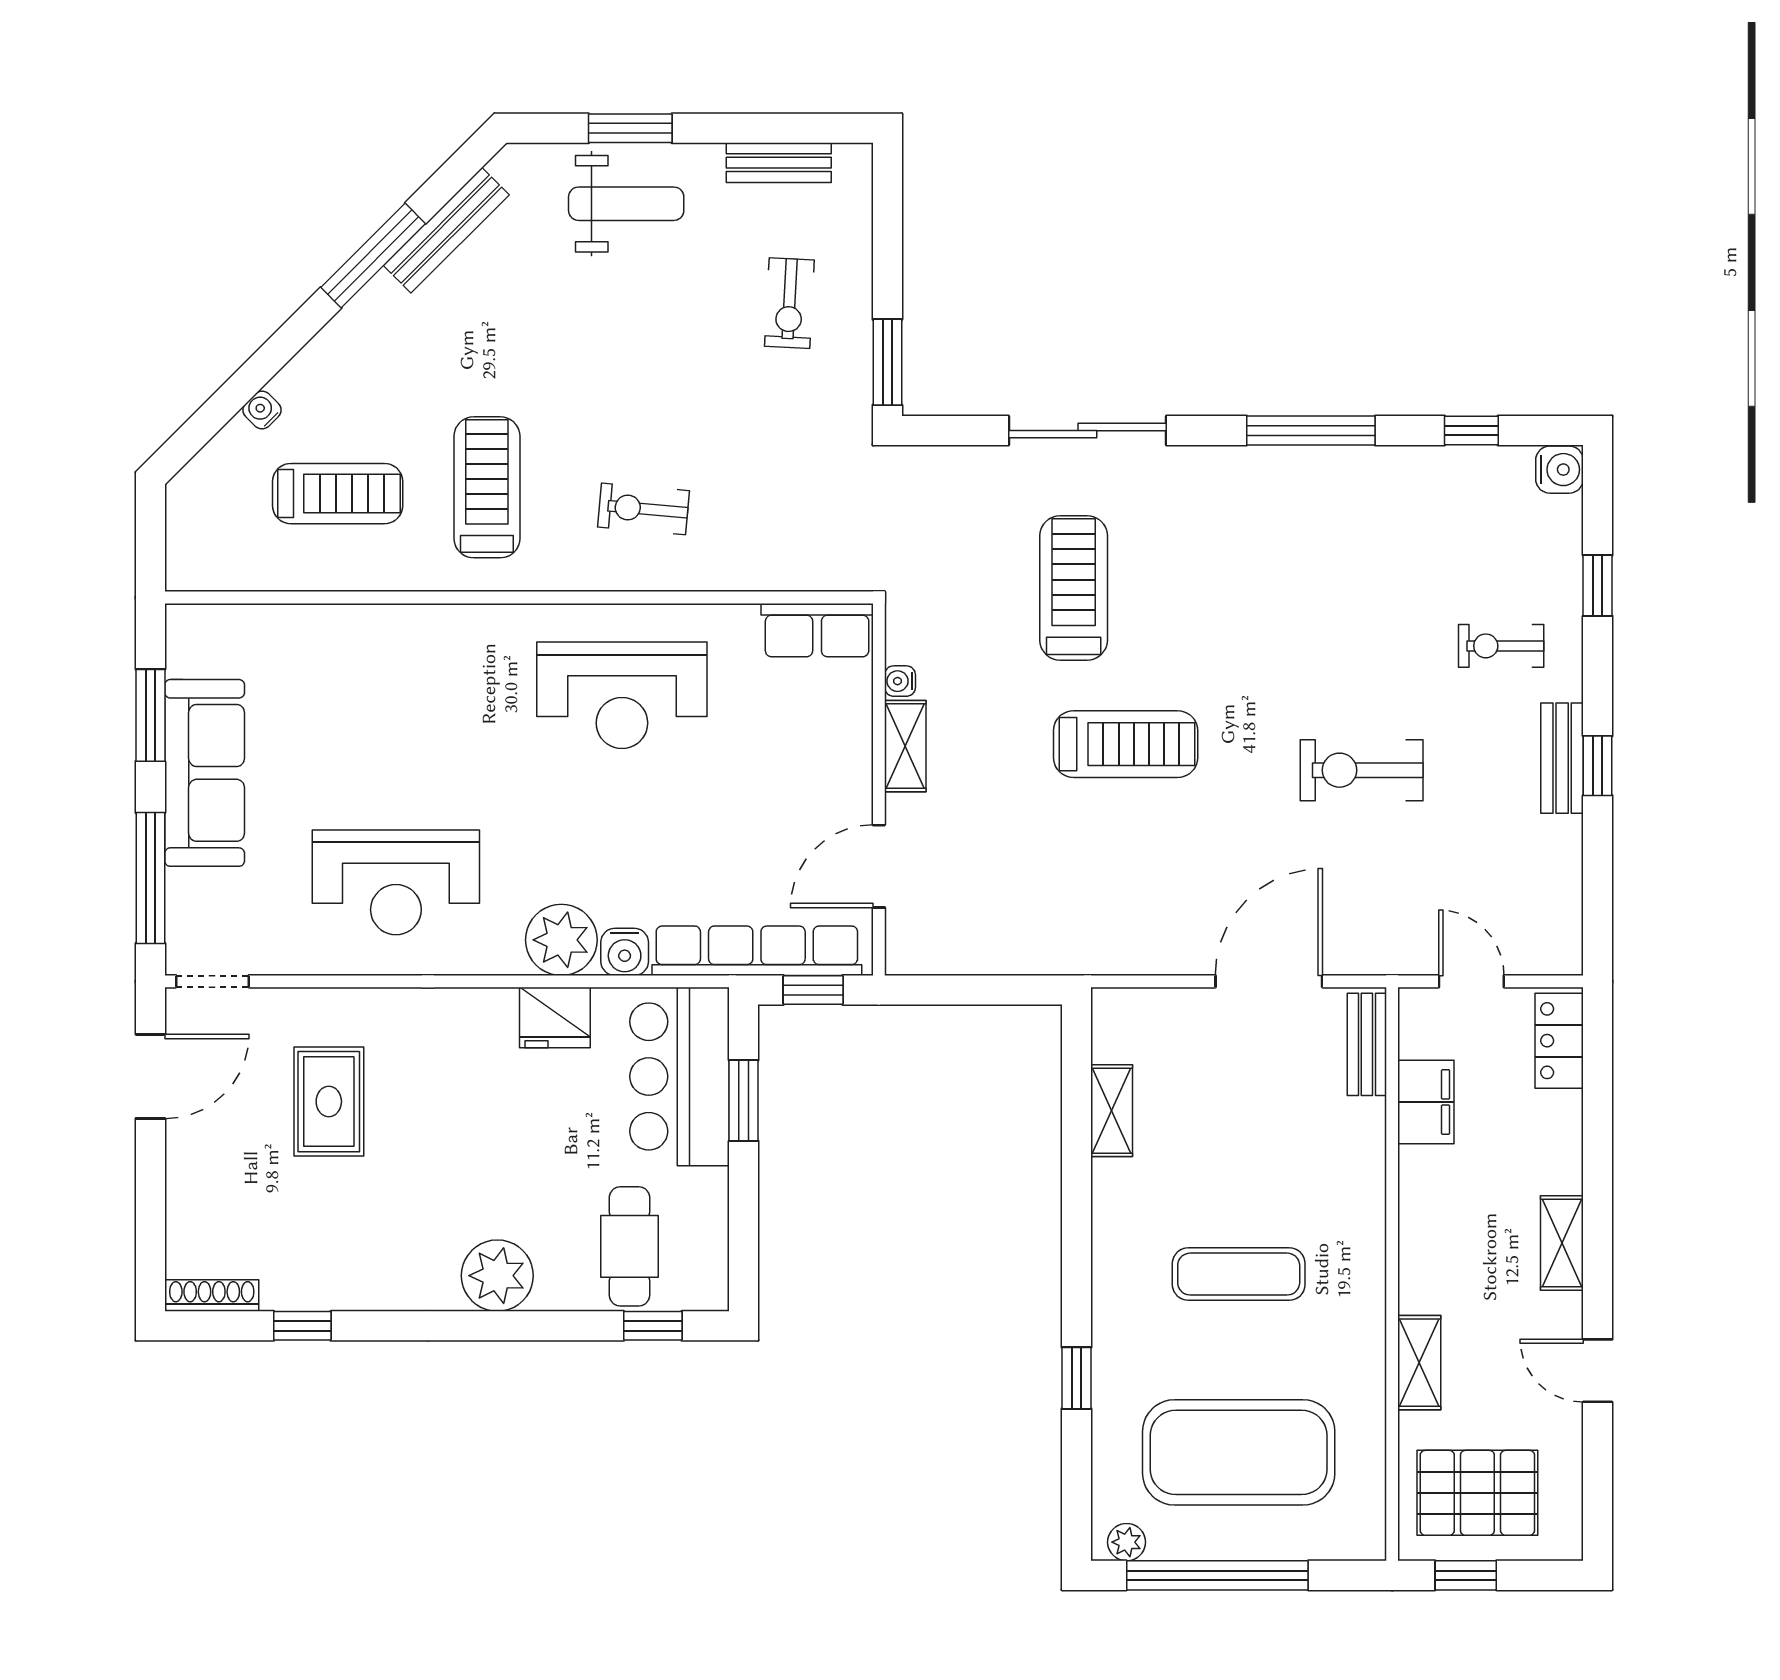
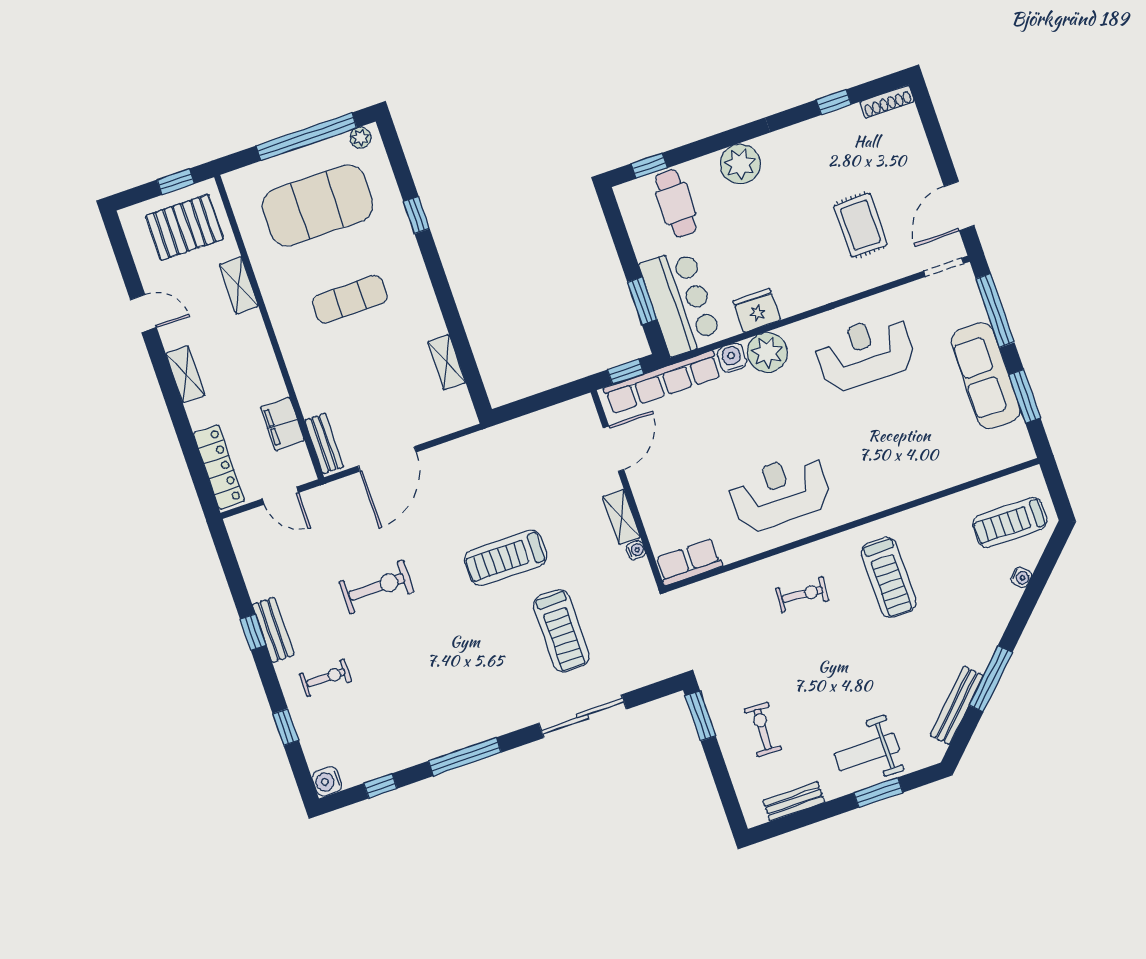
treadmill: (338, 494) -> (1010, 522), moved
locker: (1559, 1041) -> (219, 467), width x1.53

